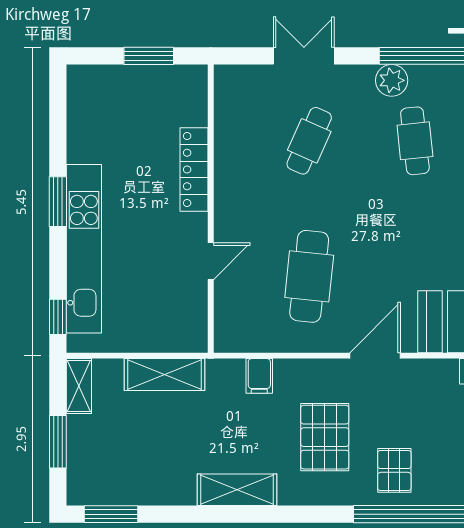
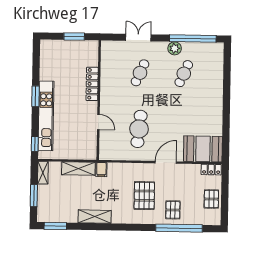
cafe table: (415, 141) -> (184, 74), turned 30
door: (211, 261) -> (98, 122), hinge flipped
filing cabinet: (259, 376) -> (101, 170), moved
shelving: (237, 490) -> (95, 217), moved

